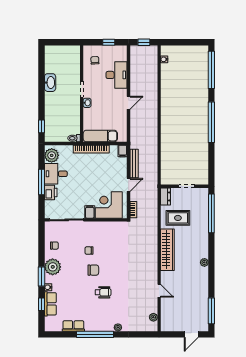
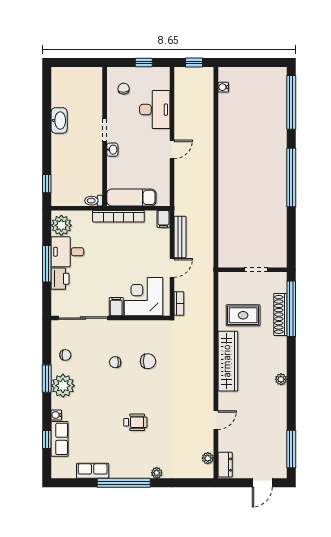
dresser: (165, 196) -> (225, 465), moved
shoe rack: (204, 217) -> (280, 314), added
chair: (93, 270) -> (148, 361), moved
window: (41, 277) -> (47, 379), moved
door: (159, 291) -> (216, 420), hinge flipped

